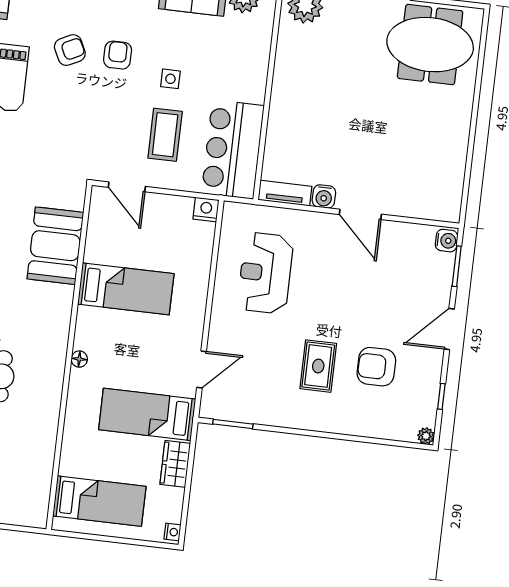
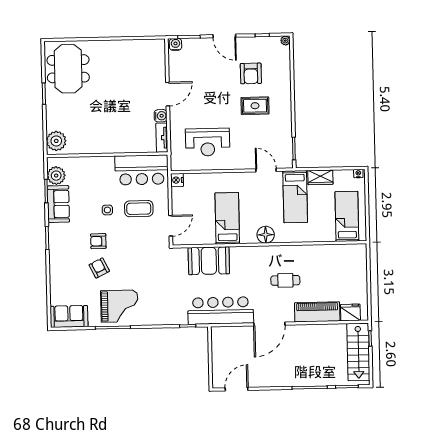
floor lamp: (79, 359) -> (266, 235), width x1.89, depth x1.89

